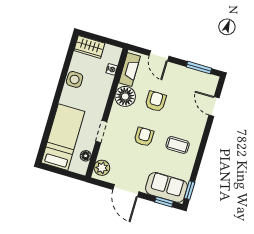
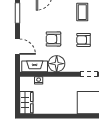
door: (159, 56) -> (17, 47), hinge flipped
side table: (75, 79) -> (55, 107), removed

